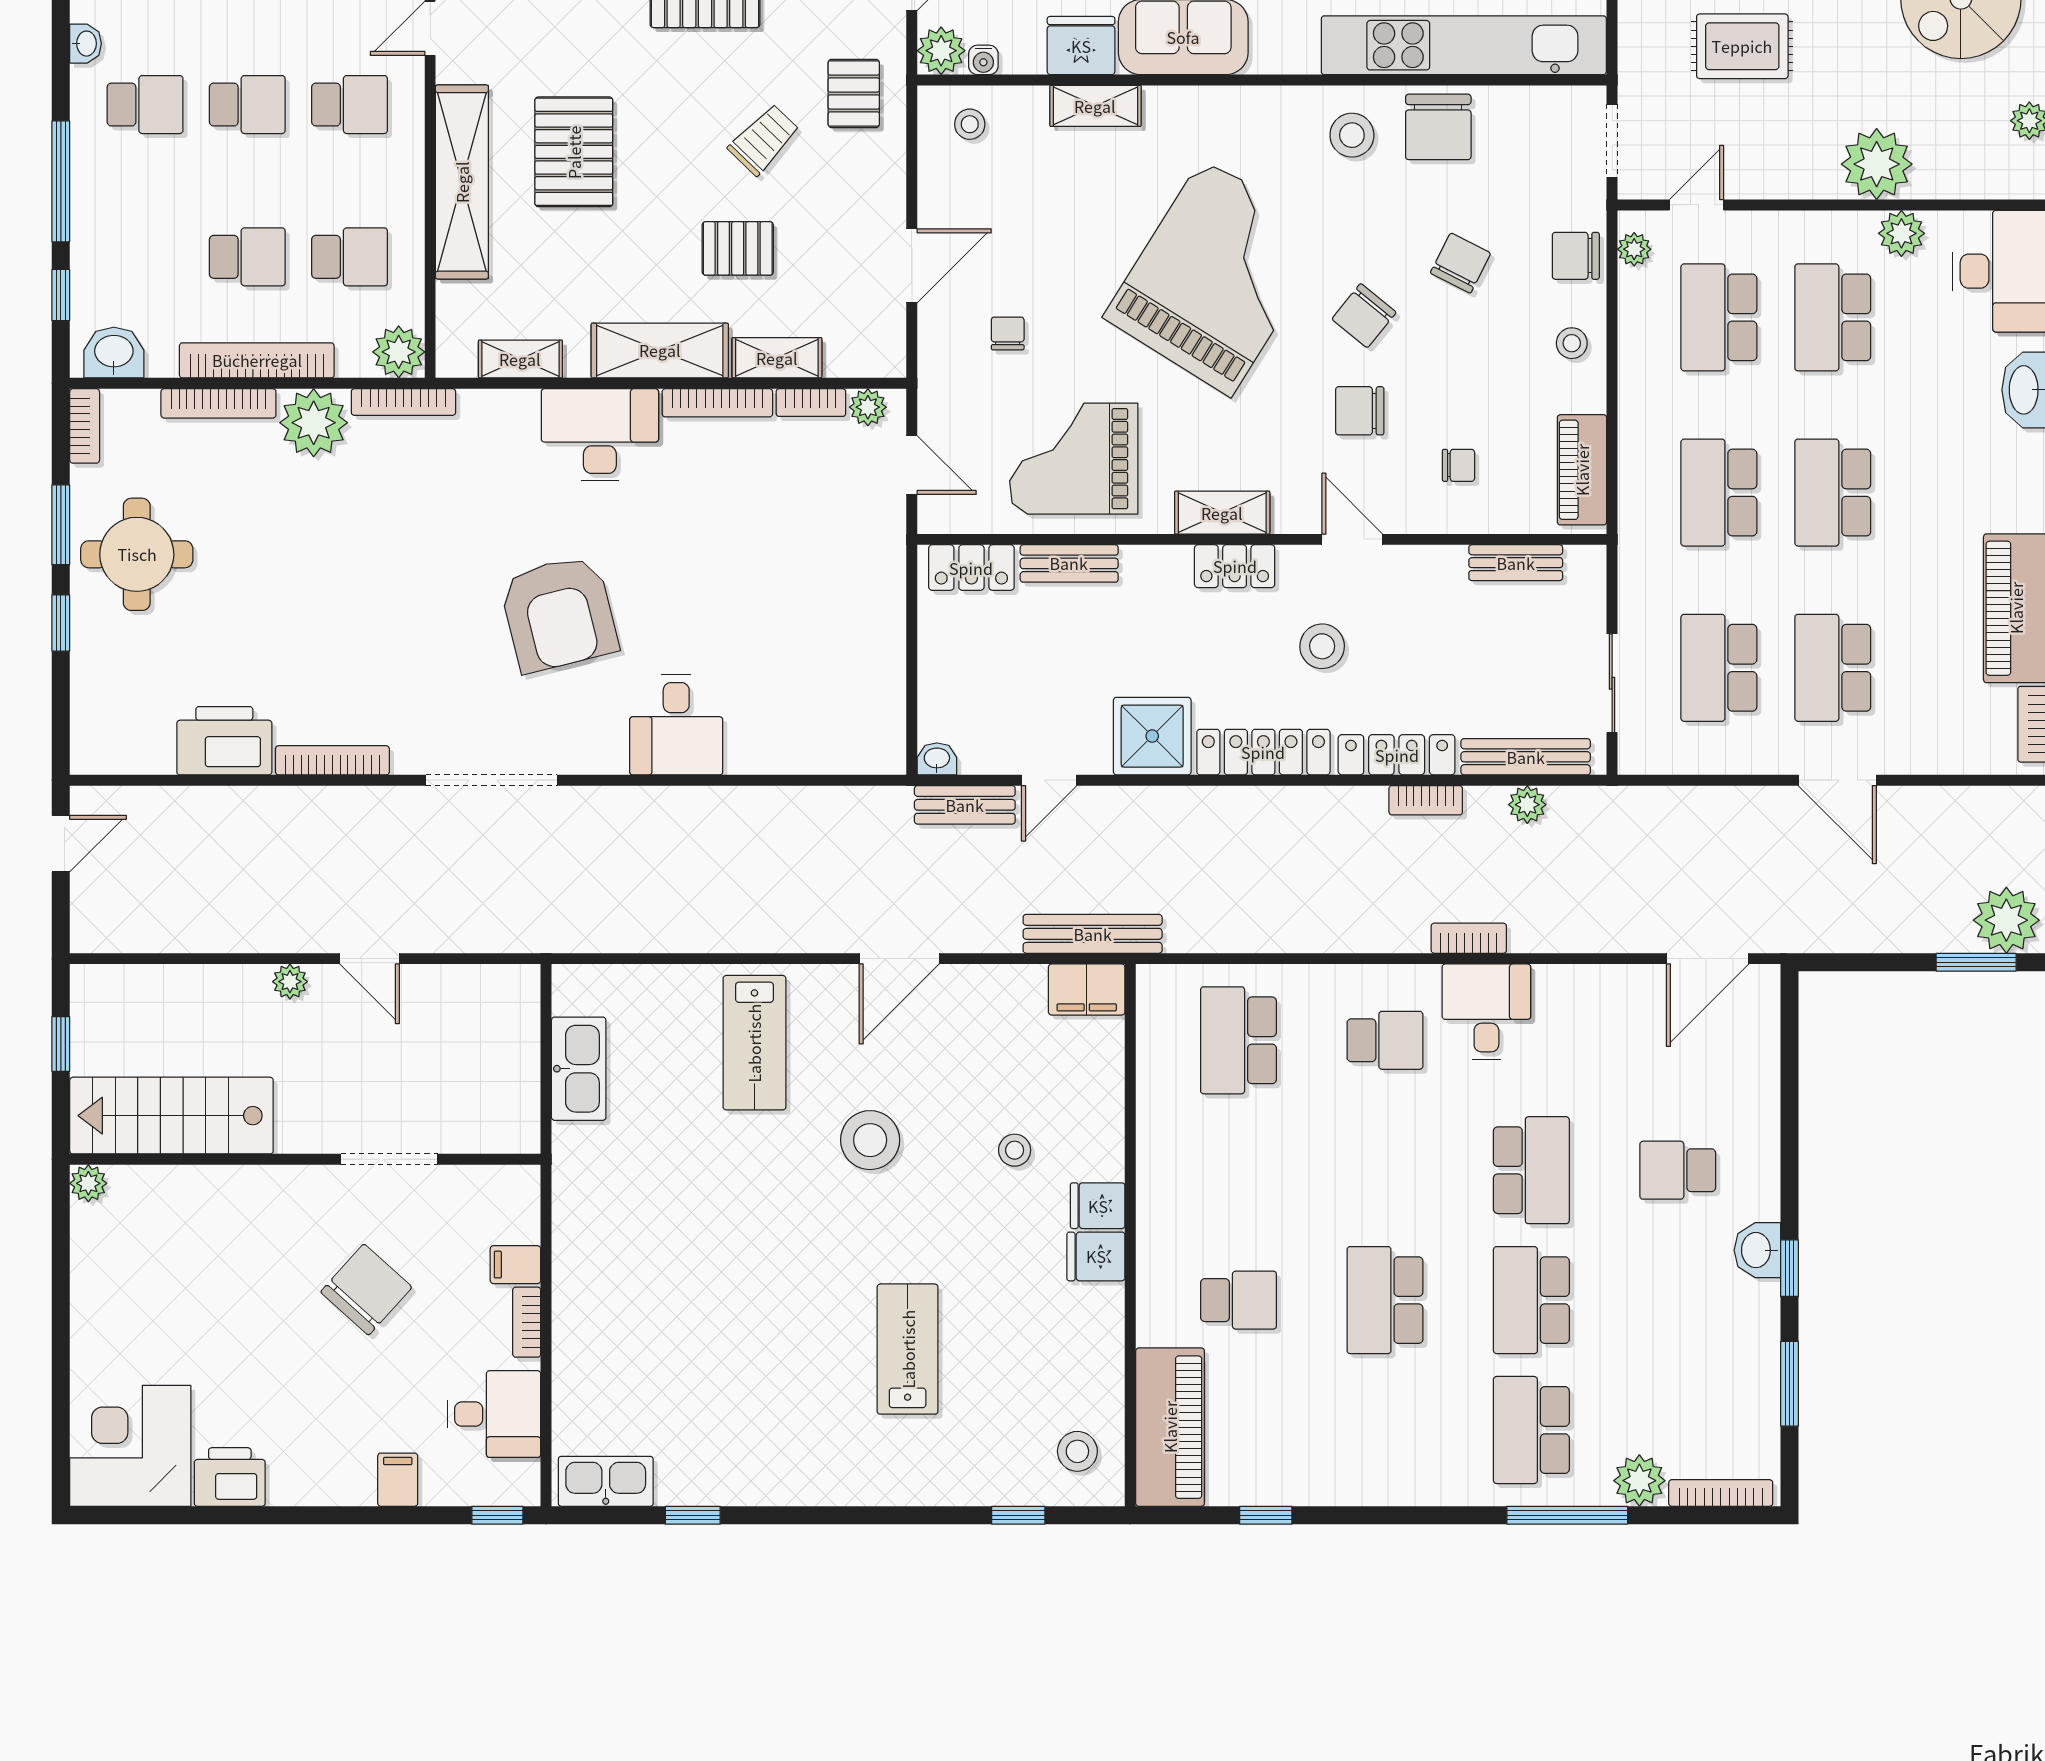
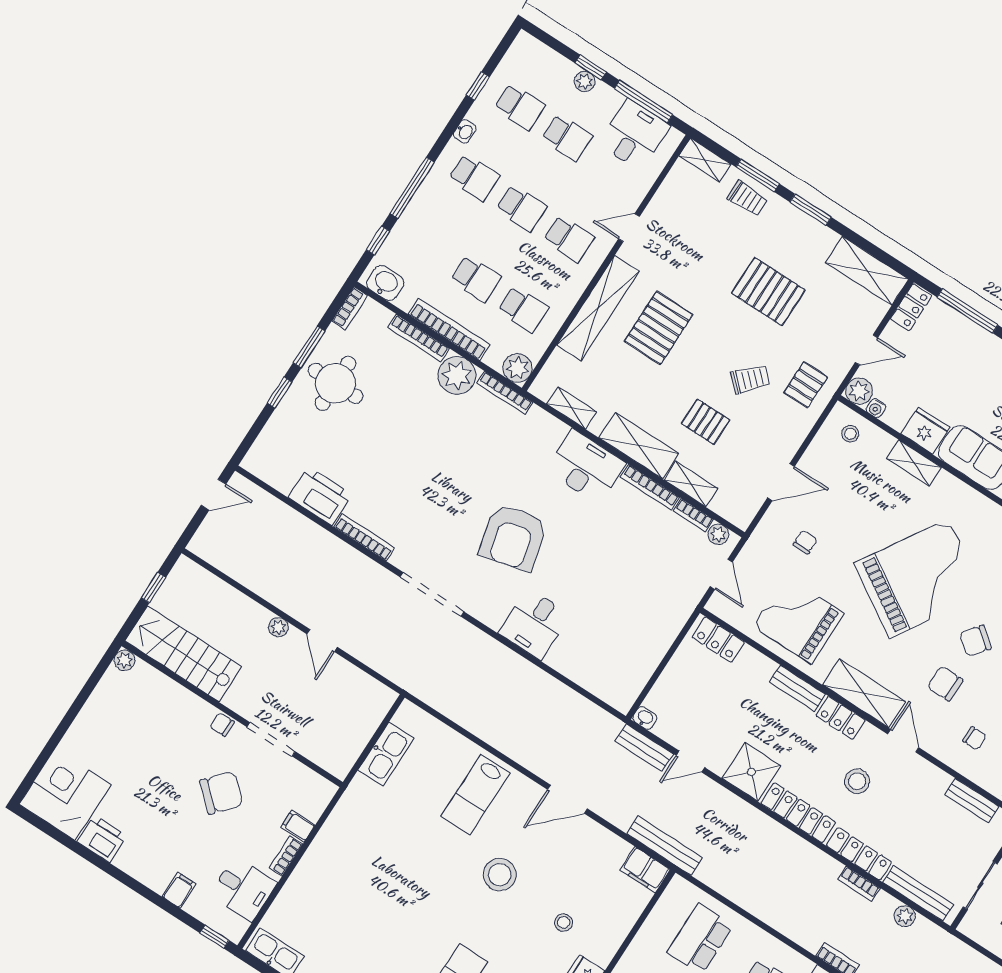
shelving: (1222, 513) -> (864, 693), width x1.50, depth x1.33
bench: (1069, 563) -> (797, 688), moved
chair: (300, 1185) -> (222, 724), added

